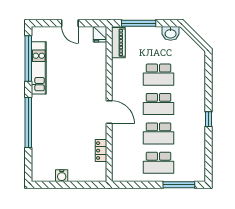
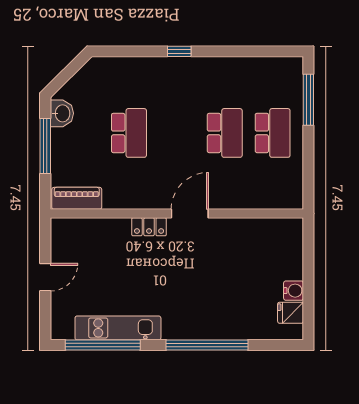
window: (139, 23) -> (45, 146), moved
fridge: (100, 34) -> (291, 313), moved, turned 180
school desk: (159, 104) -> (177, 133), removed
window: (209, 119) -> (179, 51), moved
locker: (101, 151) -> (149, 227), moved

